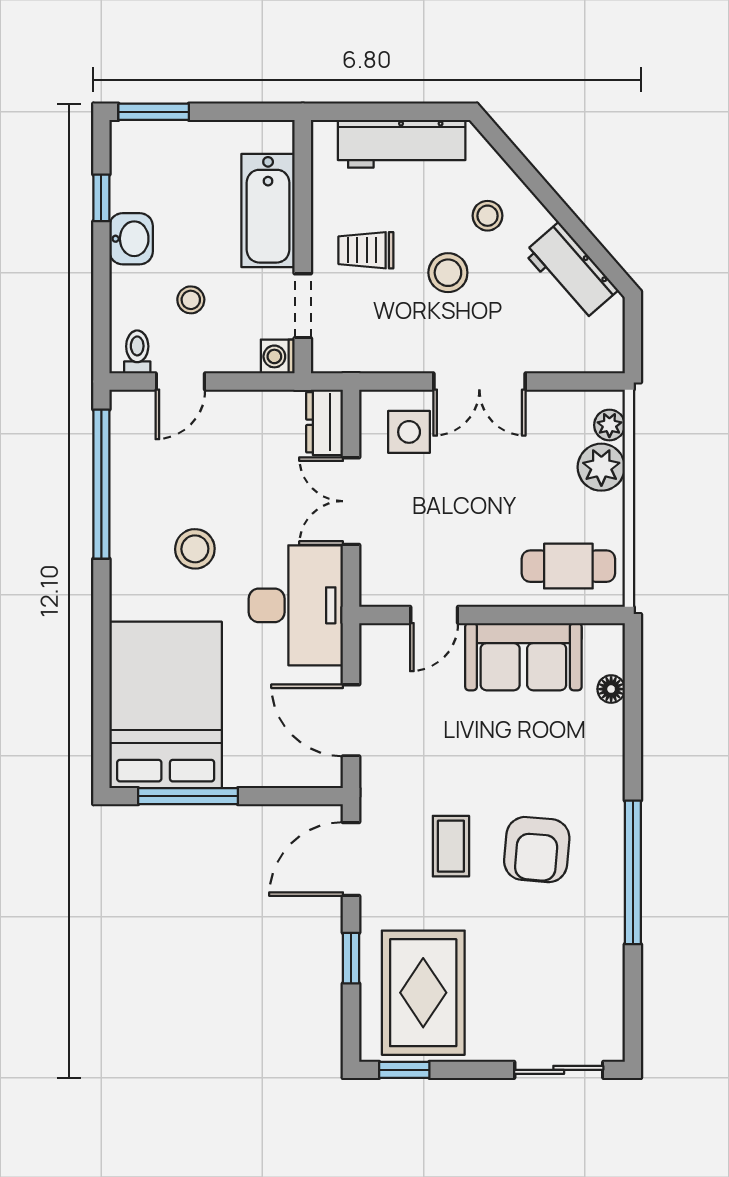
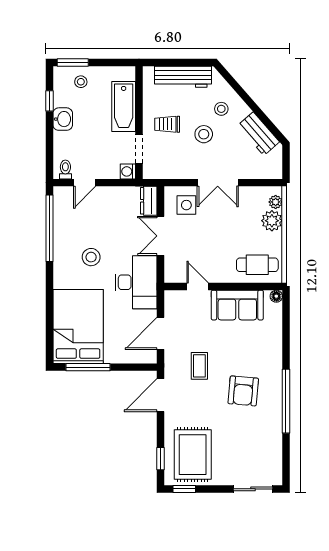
stool: (191, 300) -> (81, 82), moved
door: (434, 615) -> (198, 287), swing flipped
floor lamp: (611, 689) -> (276, 296), moved
door: (351, 720) -> (161, 333), hinge flipped
coffee table: (451, 846) -> (199, 366), moved
window: (351, 958) -> (161, 459), moved

